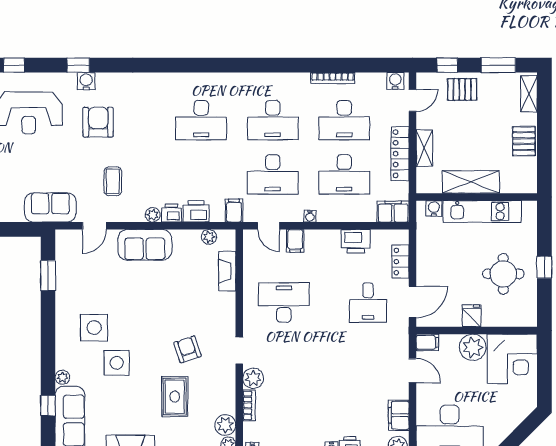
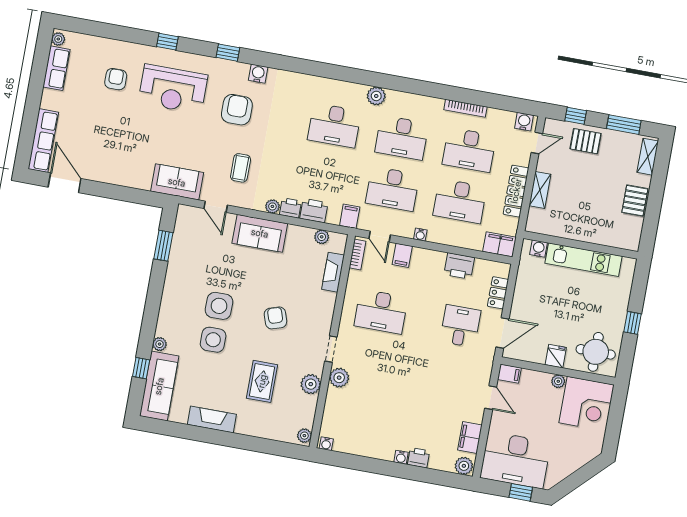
water cooler: (86, 81) -> (258, 74), moved
plant: (239, 82) -> (376, 96), added
shelving: (471, 182) -> (578, 230), removed
door: (94, 226) -> (216, 207), hinge flipped
round table: (503, 274) -> (596, 352), moved
desk: (284, 303) -> (381, 312), turned 180
desk: (368, 303) -> (460, 326), turned 180
side table: (94, 328) -> (219, 306), moved
plant: (473, 347) -> (558, 381), width x0.53, depth x0.53
armchair: (187, 349) -> (275, 318), moved
bookcase: (249, 405) -> (358, 254), moved
plant: (225, 425) -> (311, 384), moved

